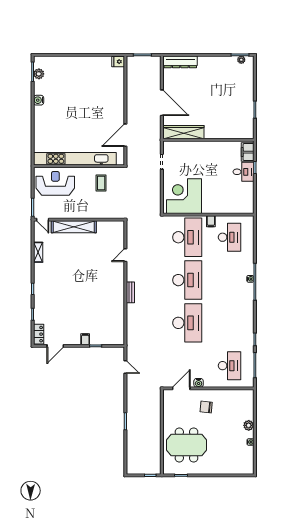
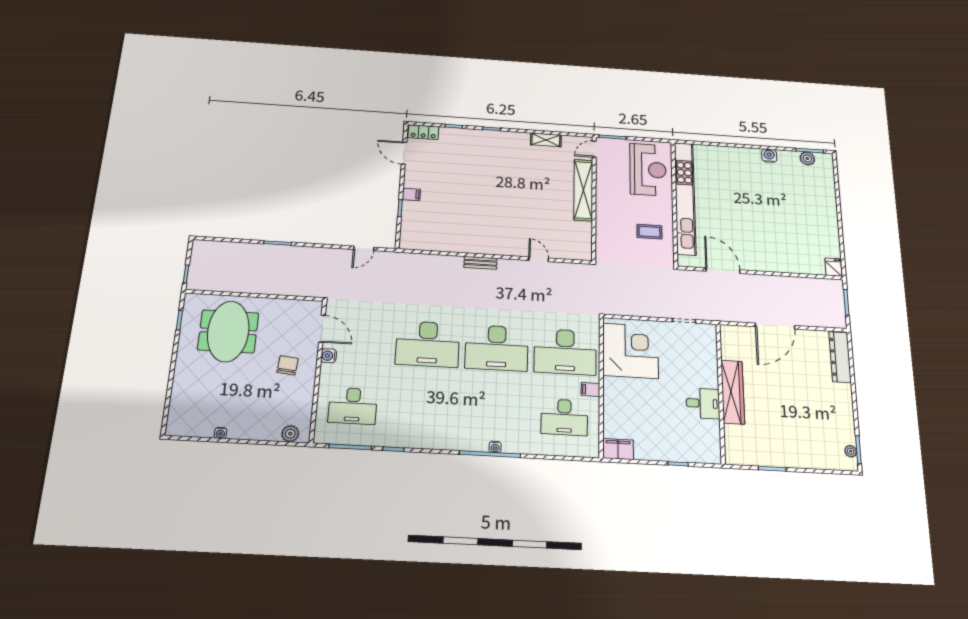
wardrobe: (183, 132) -> (733, 392), moved
filing cabinet: (248, 152) -> (618, 449), moved
desk: (243, 172) -> (703, 403), moved, turned -90
plant: (249, 425) -> (290, 434), moved

